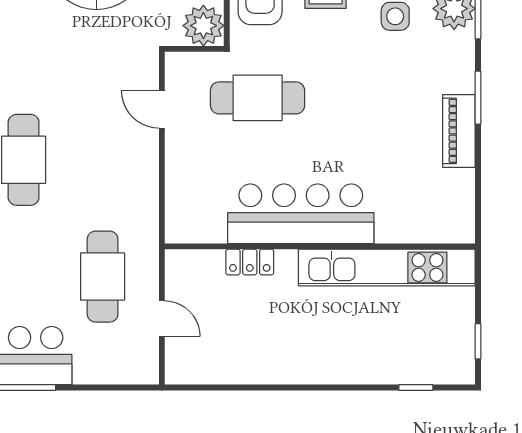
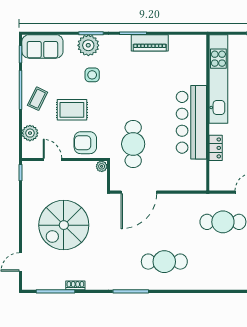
plant: (203, 26) -> (102, 166), width x0.53, depth x0.53
door: (162, 109) -> (139, 192), width x1.87

